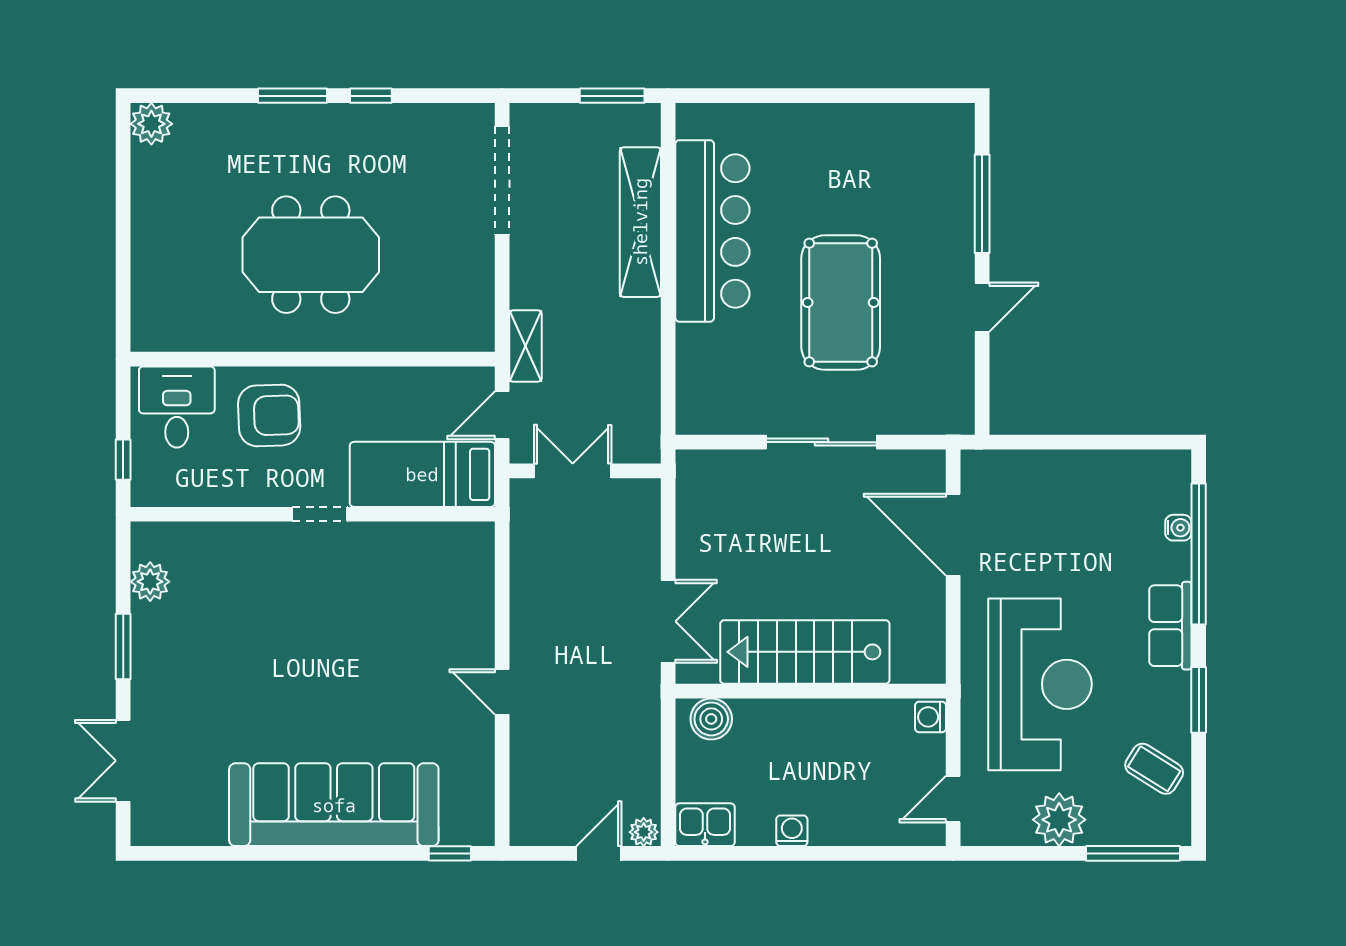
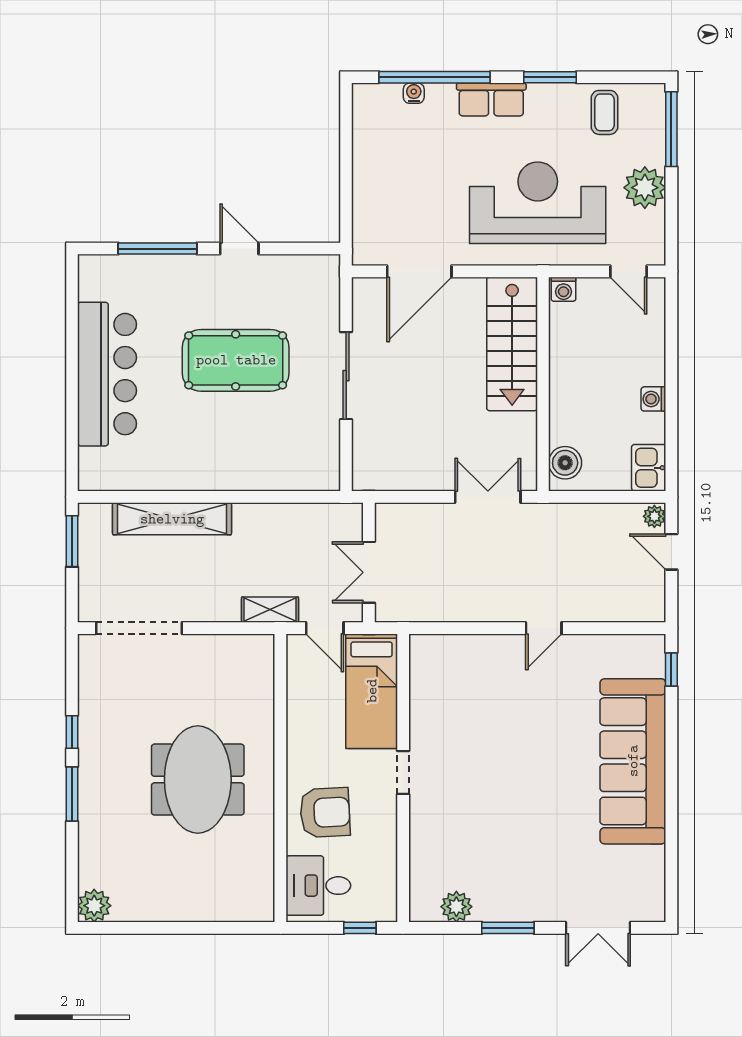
bar counter: (712, 231) -> (107, 374), moved, turned 90
armchair: (269, 415) -> (325, 812), turned 89
stairs: (805, 652) -> (512, 344), moved
coffee table: (1154, 769) -> (604, 112), turned -32

